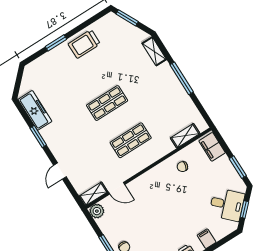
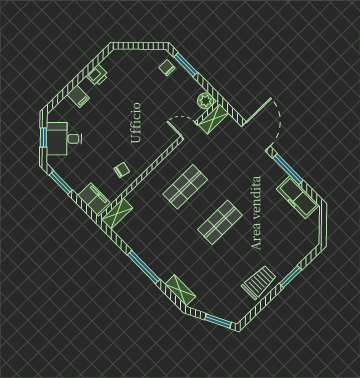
shelving: (185, 136) -> (117, 214), moved
window: (38, 137) -> (288, 169), width x1.44
door: (60, 171) -> (256, 136), width x1.88

